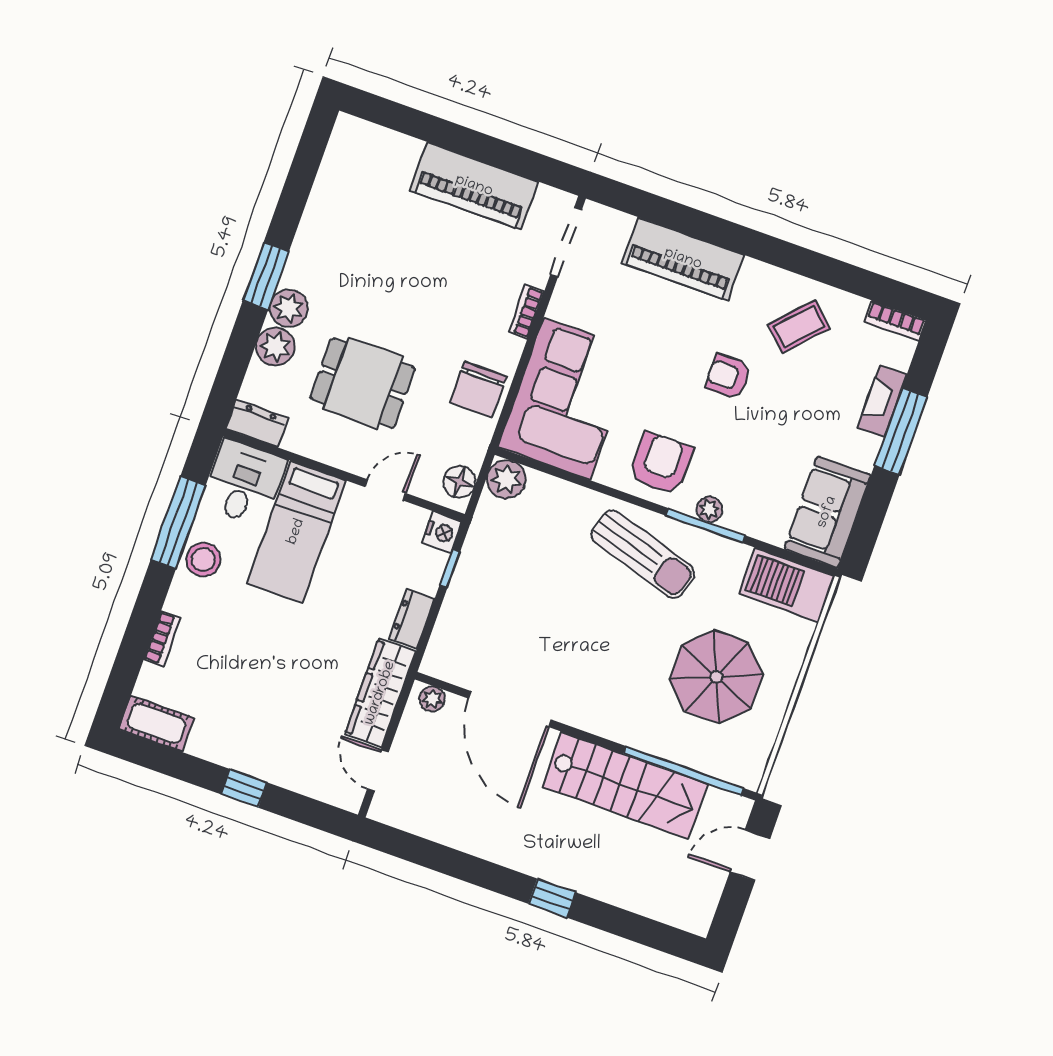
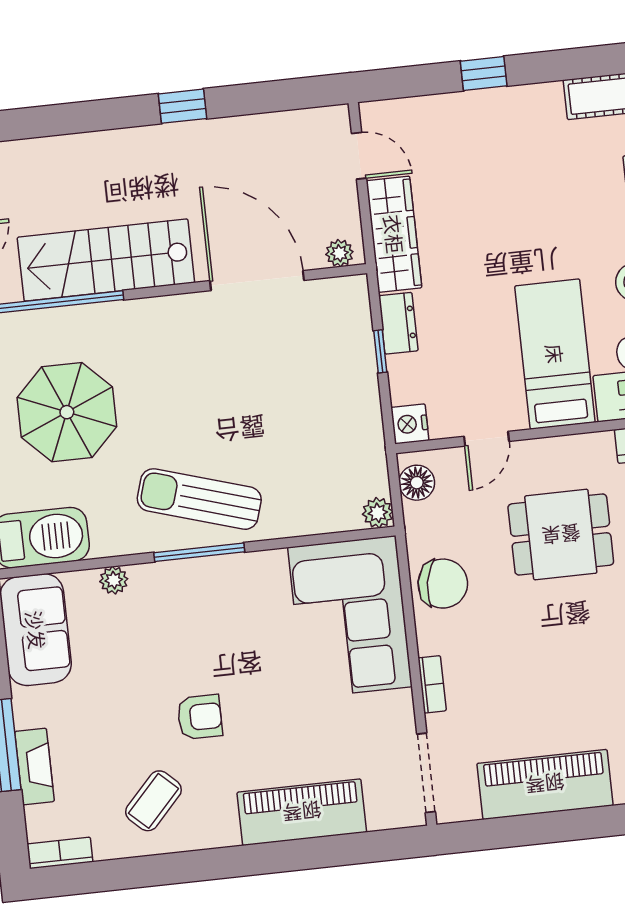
chair: (478, 389) -> (443, 584), turned 100
armchair: (661, 464) -> (225, 598), removed
plant: (506, 479) -> (378, 513), width x0.73, depth x0.73
plant: (709, 509) -> (114, 580), moved
window: (705, 526) -> (199, 552), moved
window: (450, 568) -> (380, 351), moved
window: (552, 898) -> (182, 106), moved

